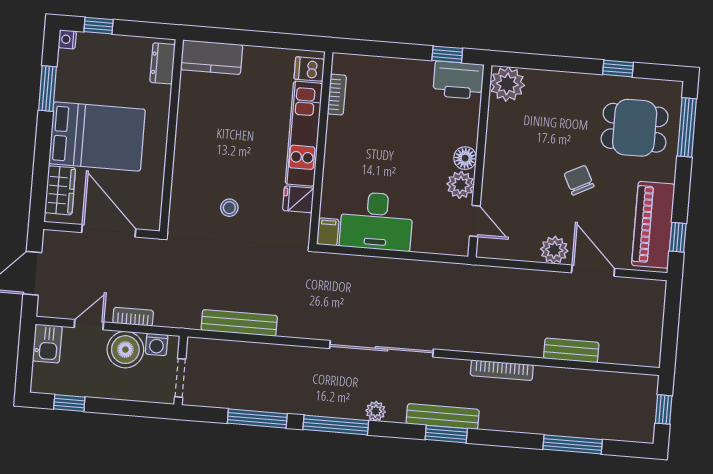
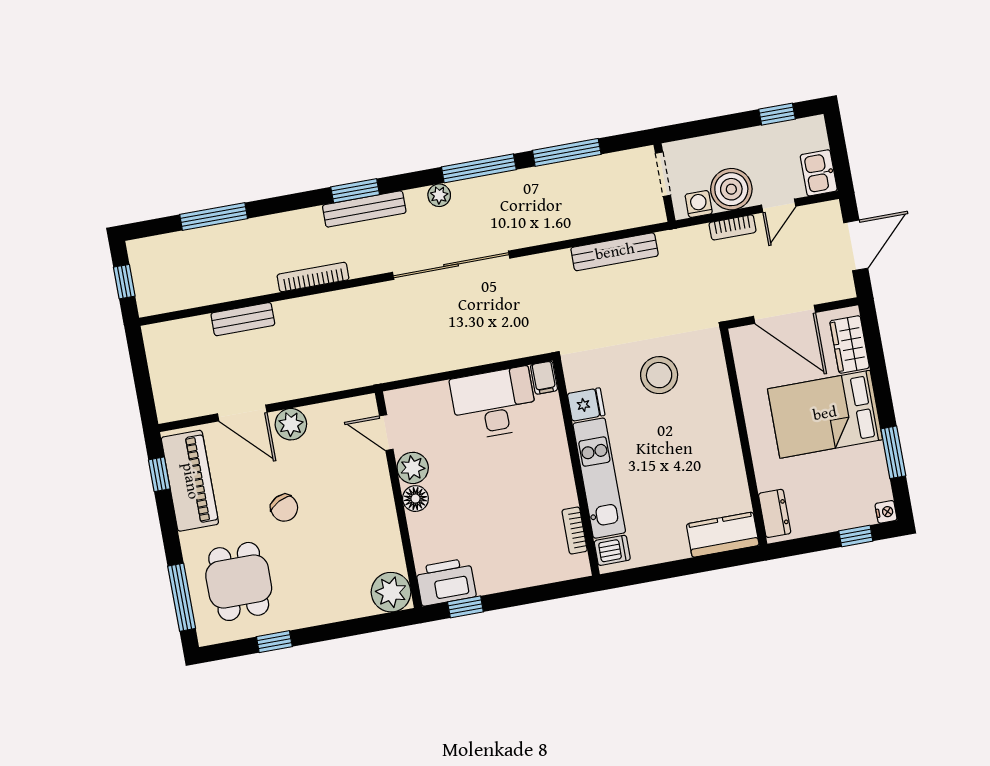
dining table: (635, 128) -> (239, 581), turned 90
stool: (229, 208) -> (659, 375), width x1.89, depth x1.89

